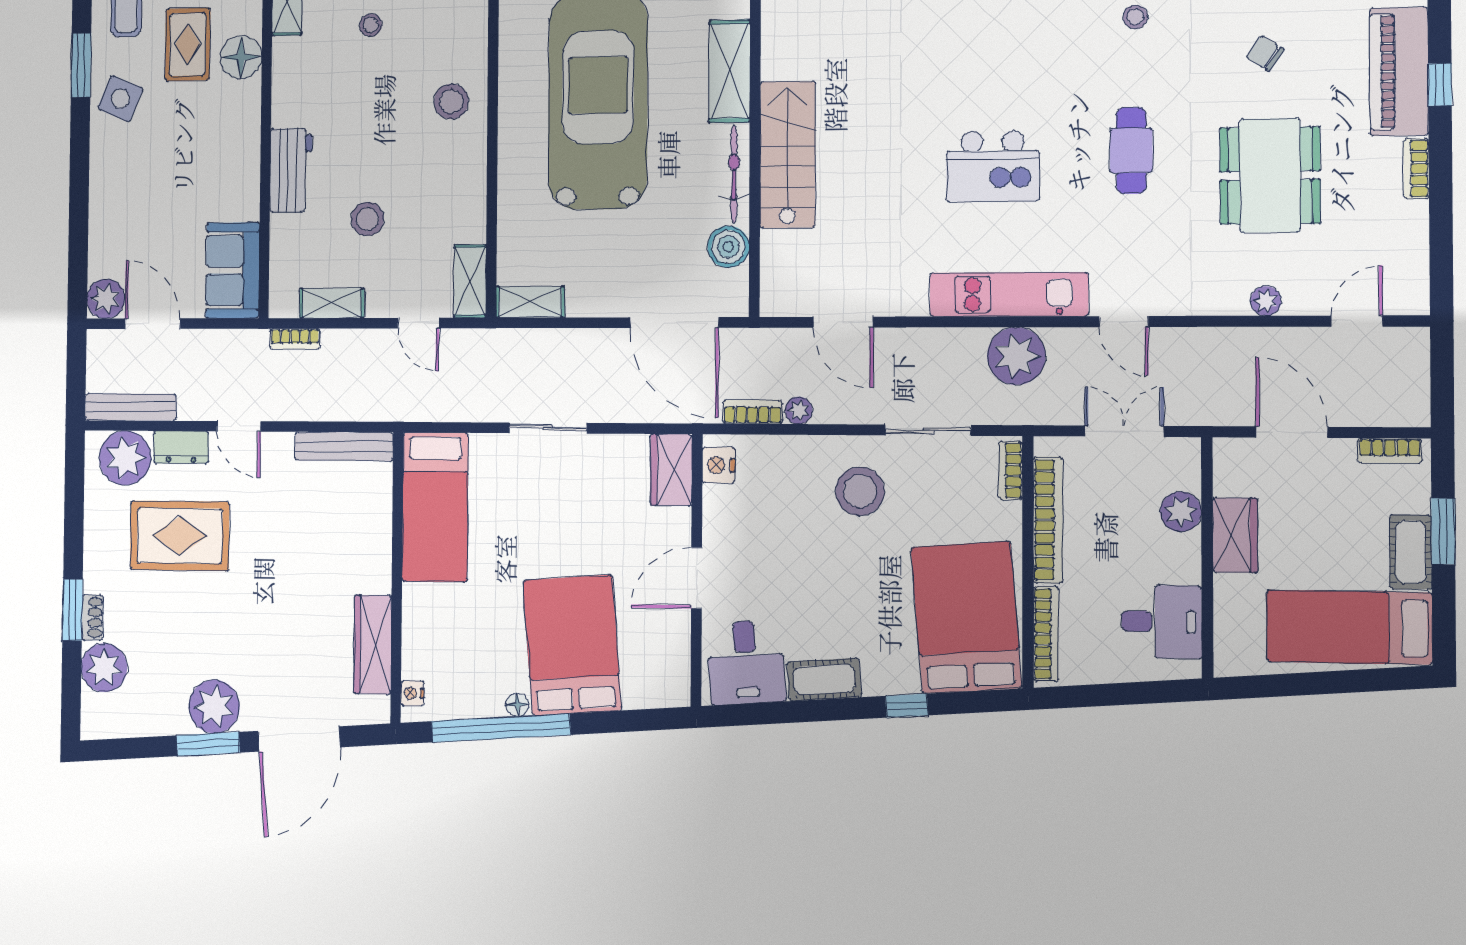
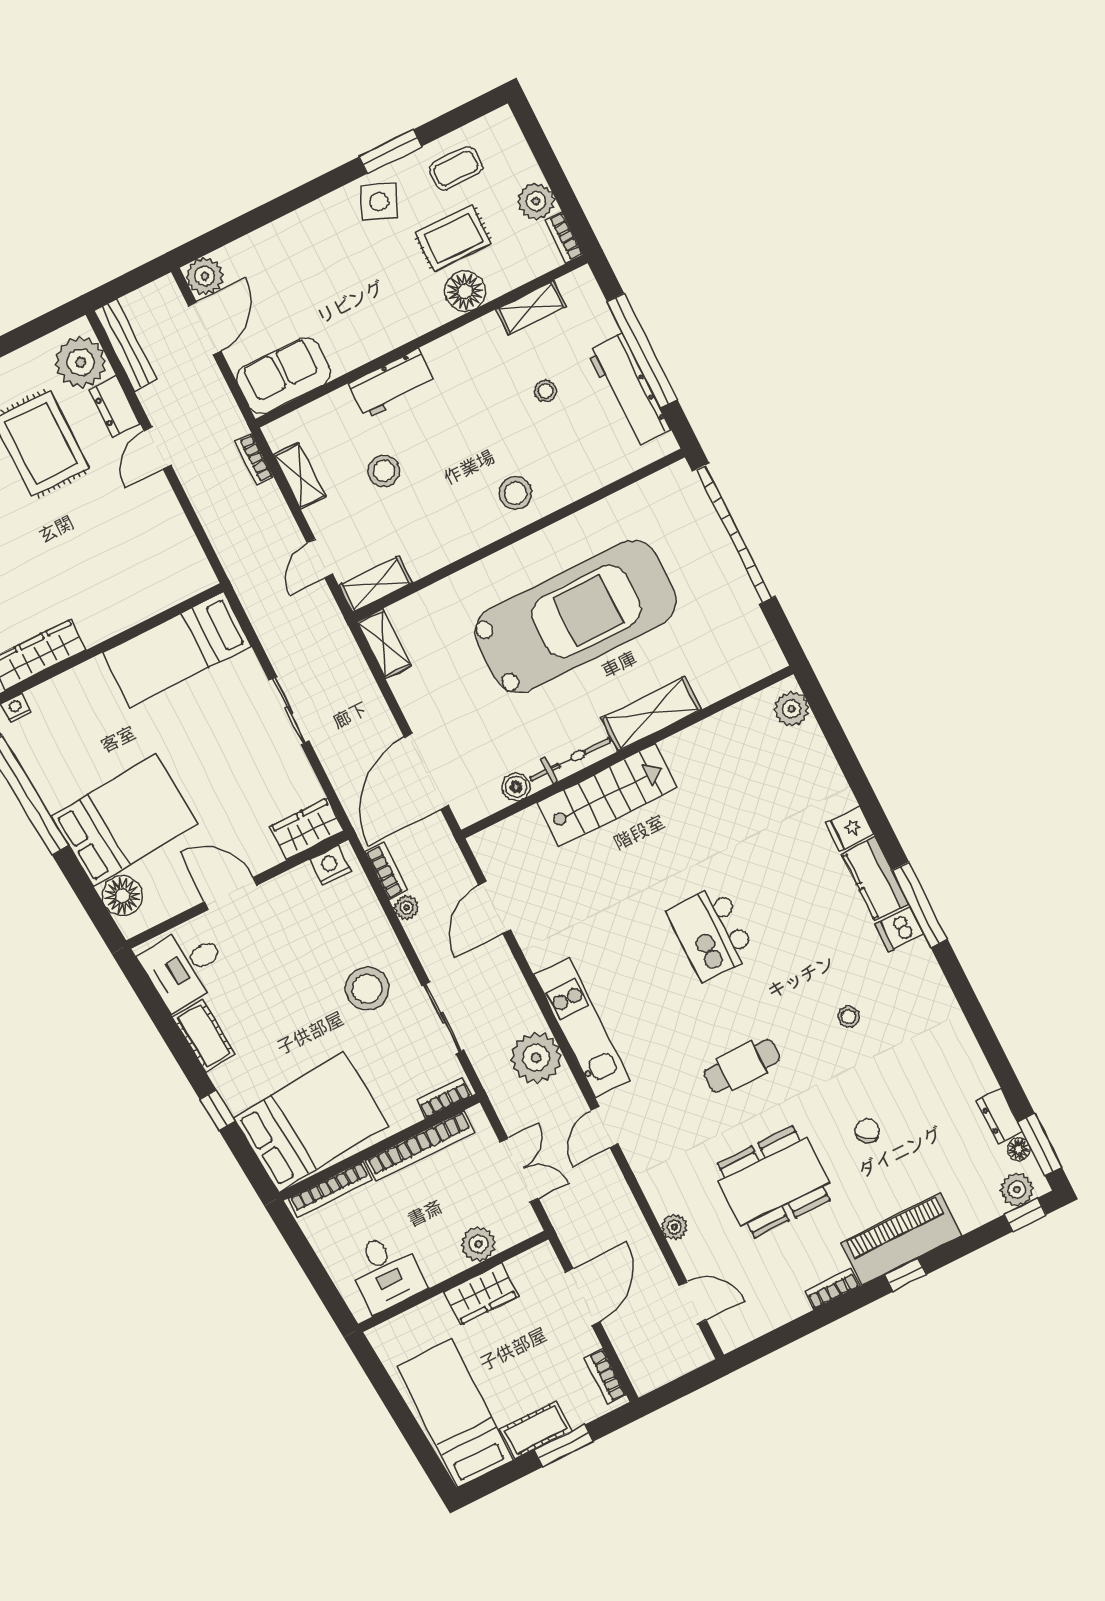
kitchen island: (993, 166) -> (711, 933), moved
boiler: (728, 247) -> (516, 787), width x0.73, depth x0.73
bench: (344, 446) -> (187, 547), removed
floor lamp: (517, 705) -> (122, 896), moved, width x1.89, depth x1.89

